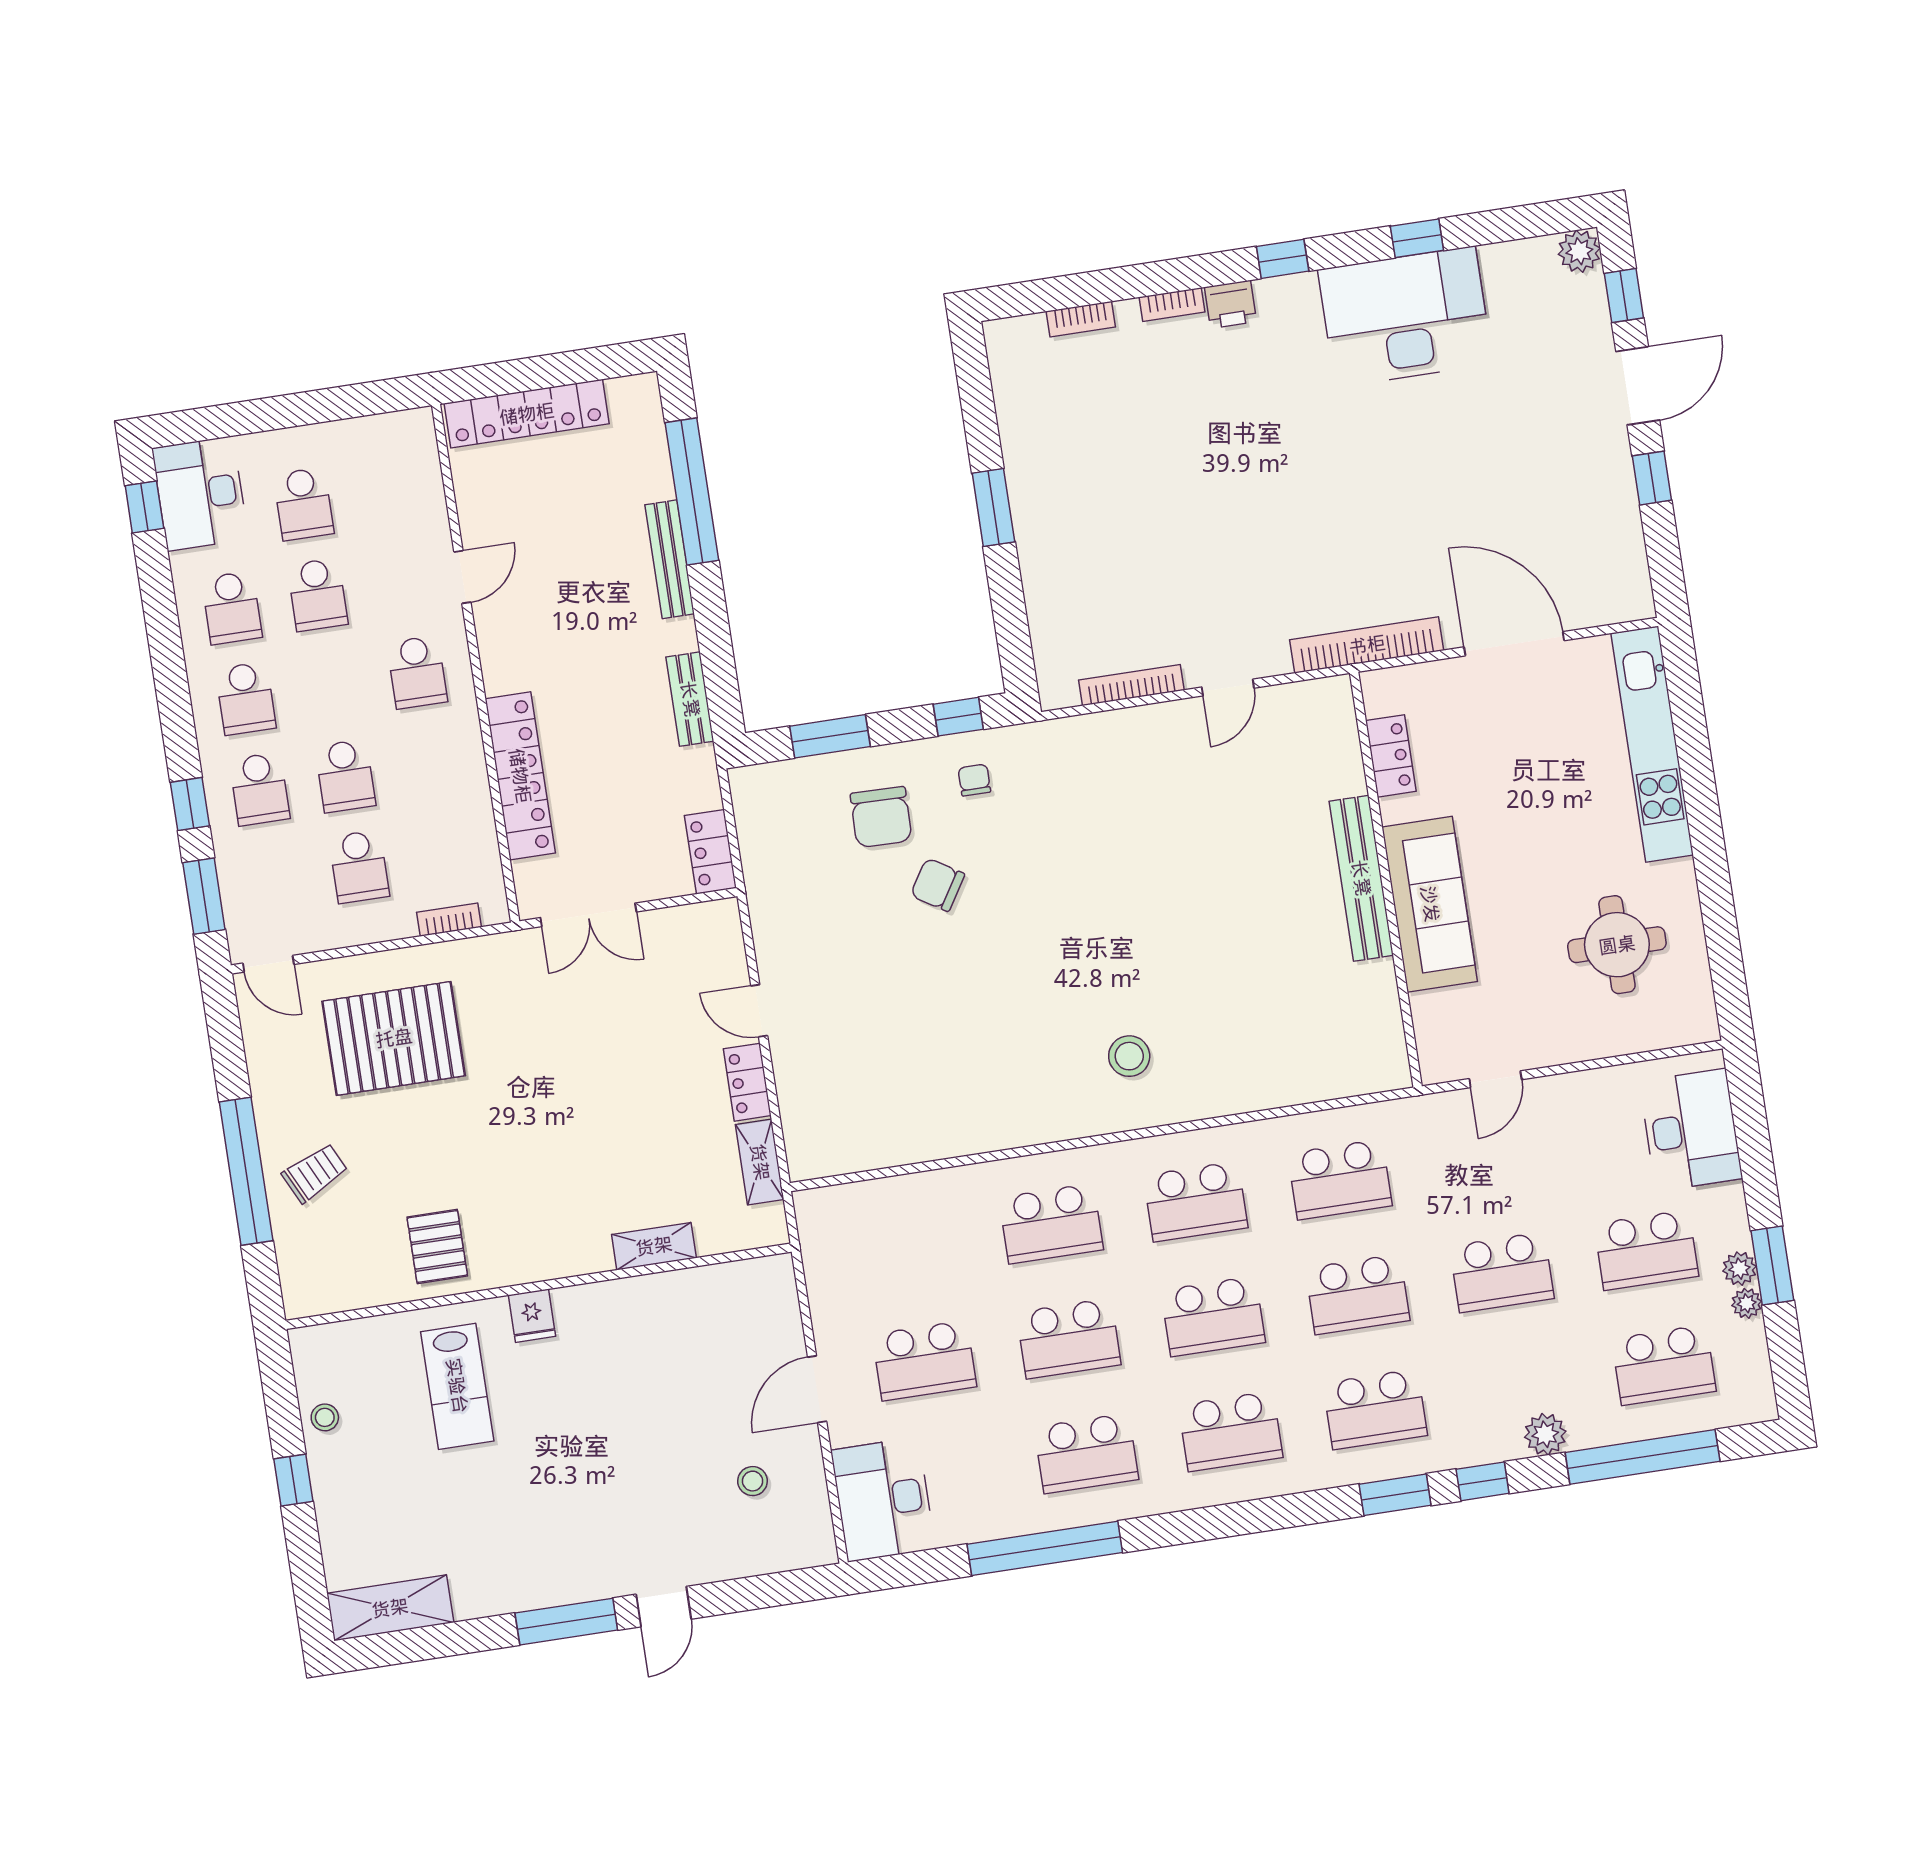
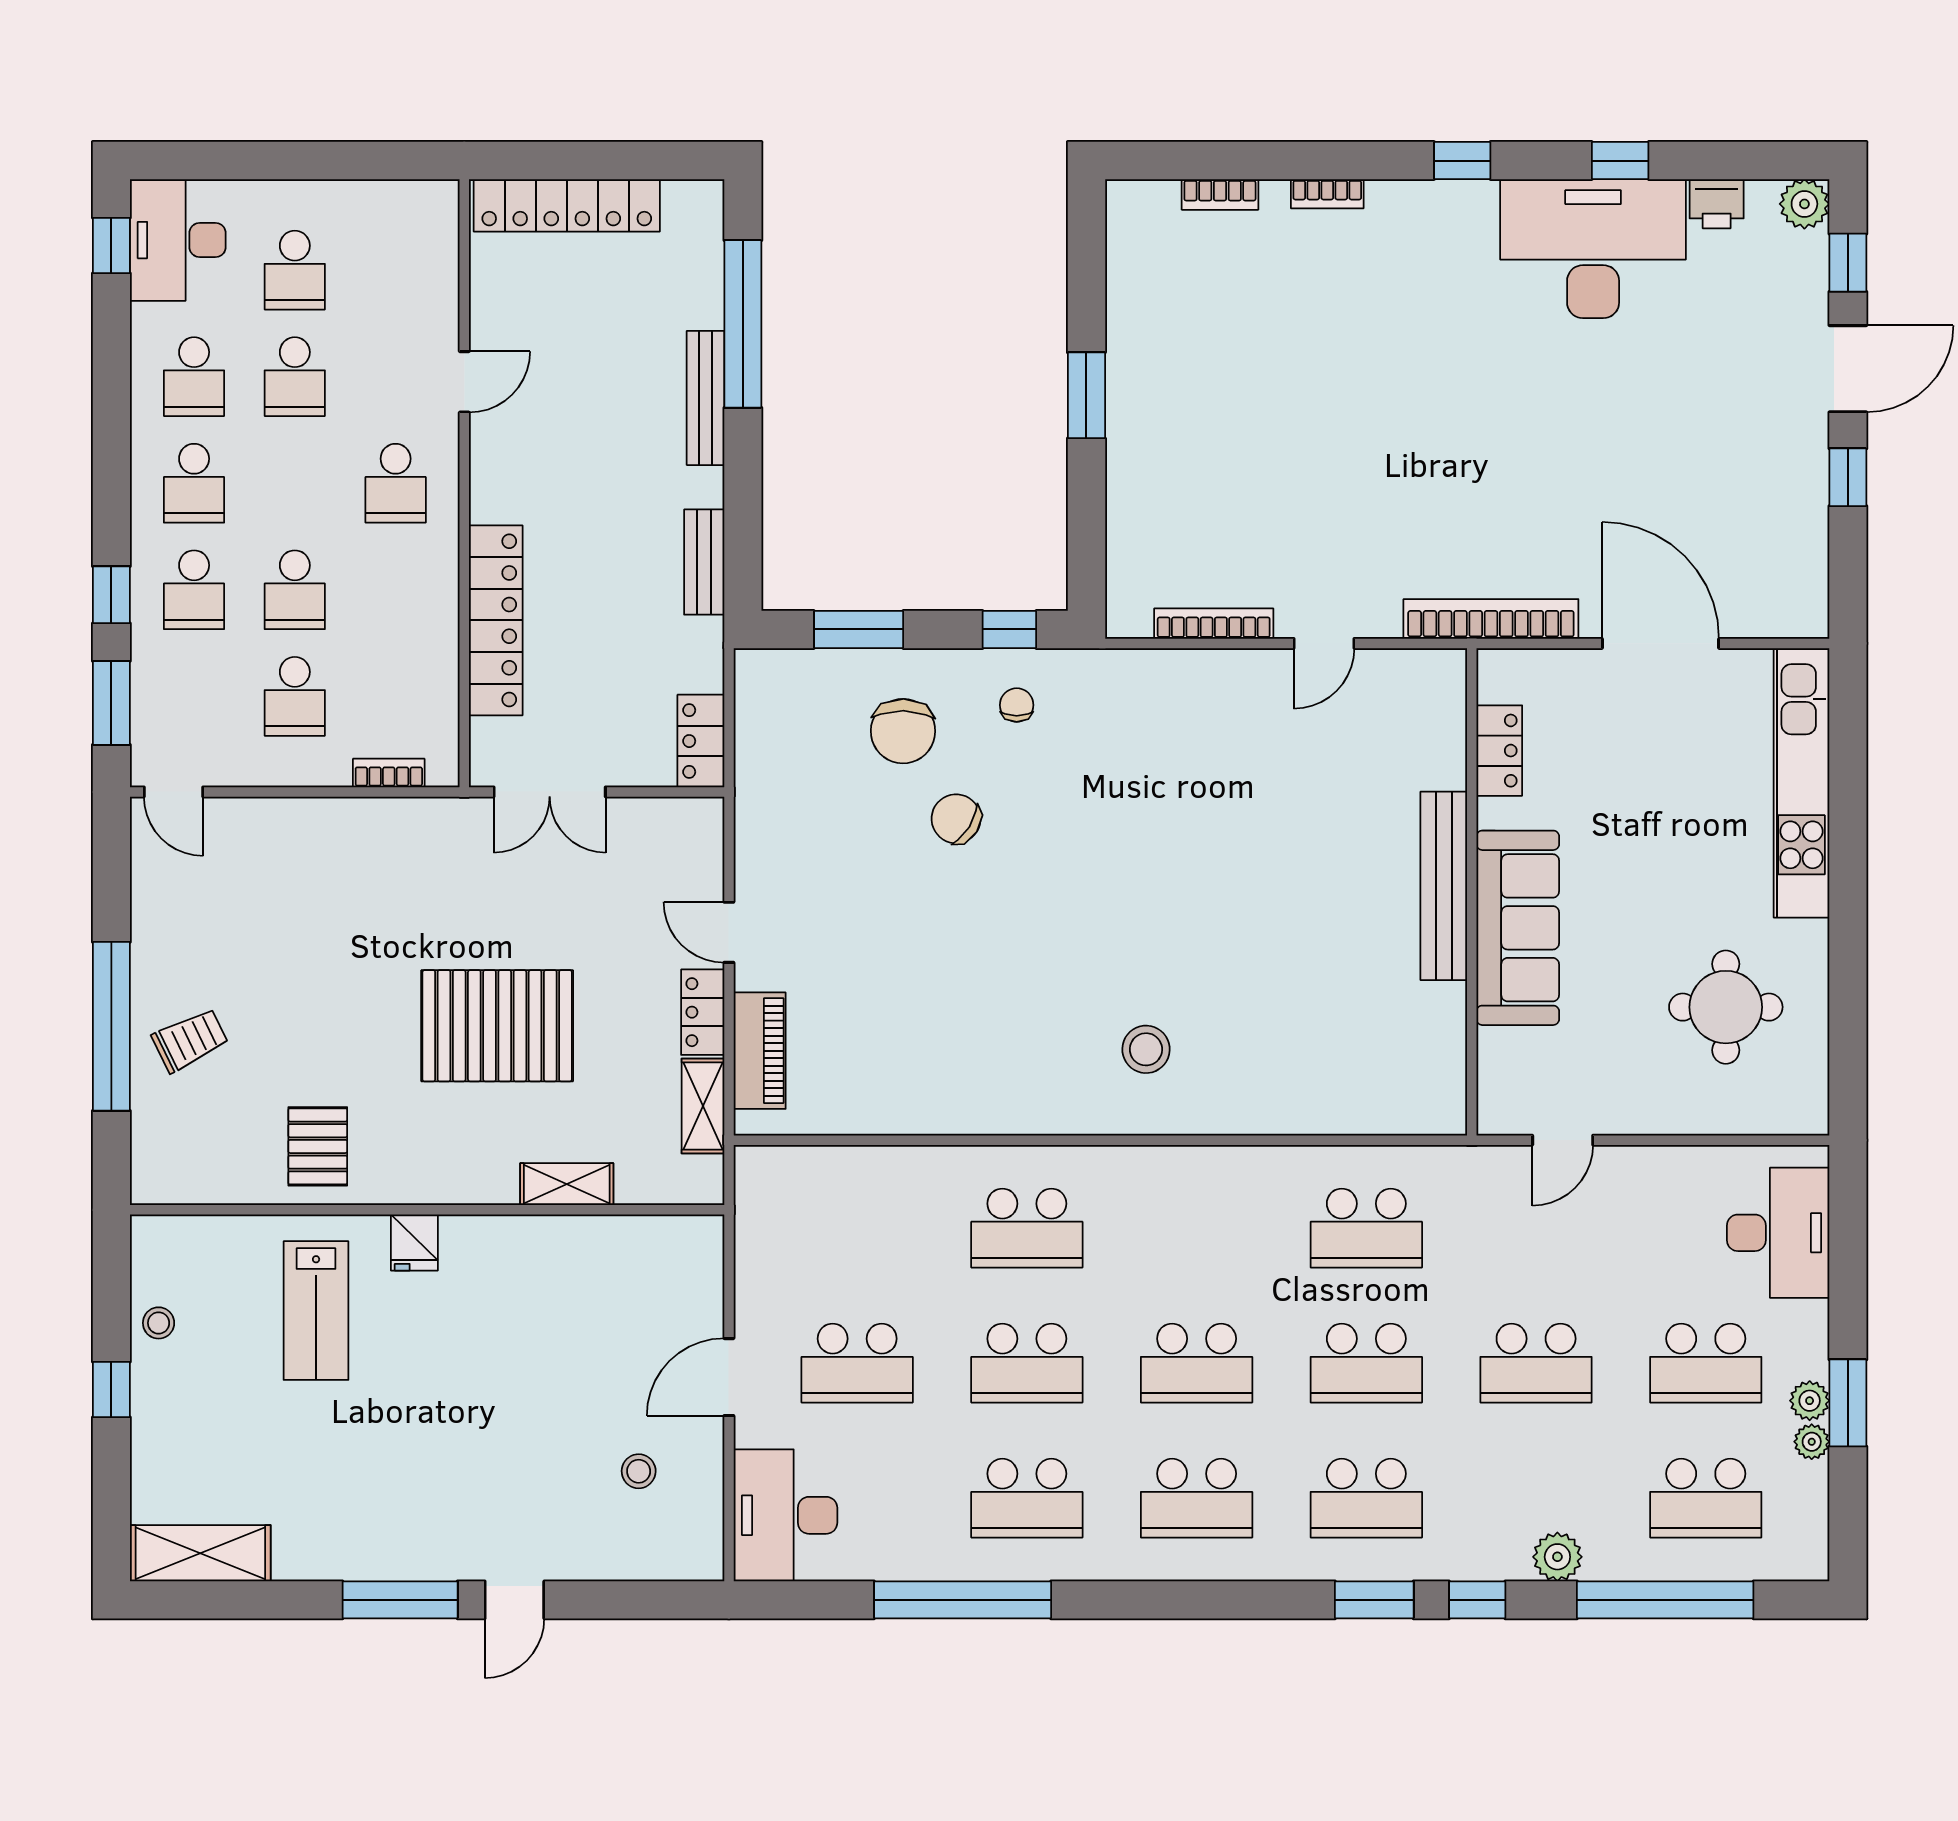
printer: (1230, 304) -> (1717, 204), moved
pallet: (394, 1038) -> (497, 1026), moved
piano: (801, 1108) -> (760, 1051), added
school desk: (1196, 1202) -> (1197, 1228), removed

